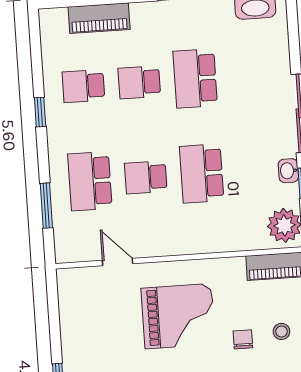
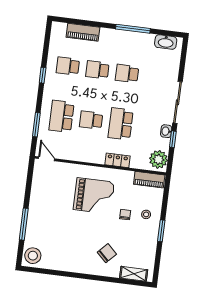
school desk: (195, 78) -> (127, 74), width x0.54
locker: (209, 242) -> (117, 160), added
door: (118, 262) -> (47, 159), moved

